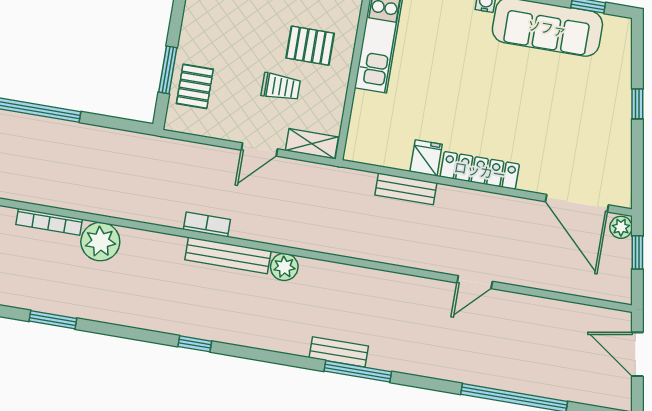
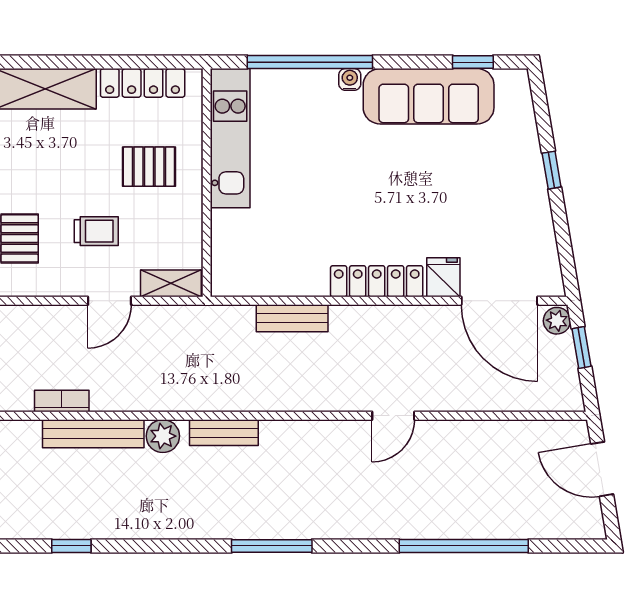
trolley: (281, 87) -> (96, 231), moved
fridge: (426, 158) -> (443, 277), moved
bench: (339, 352) -> (224, 433), moved

